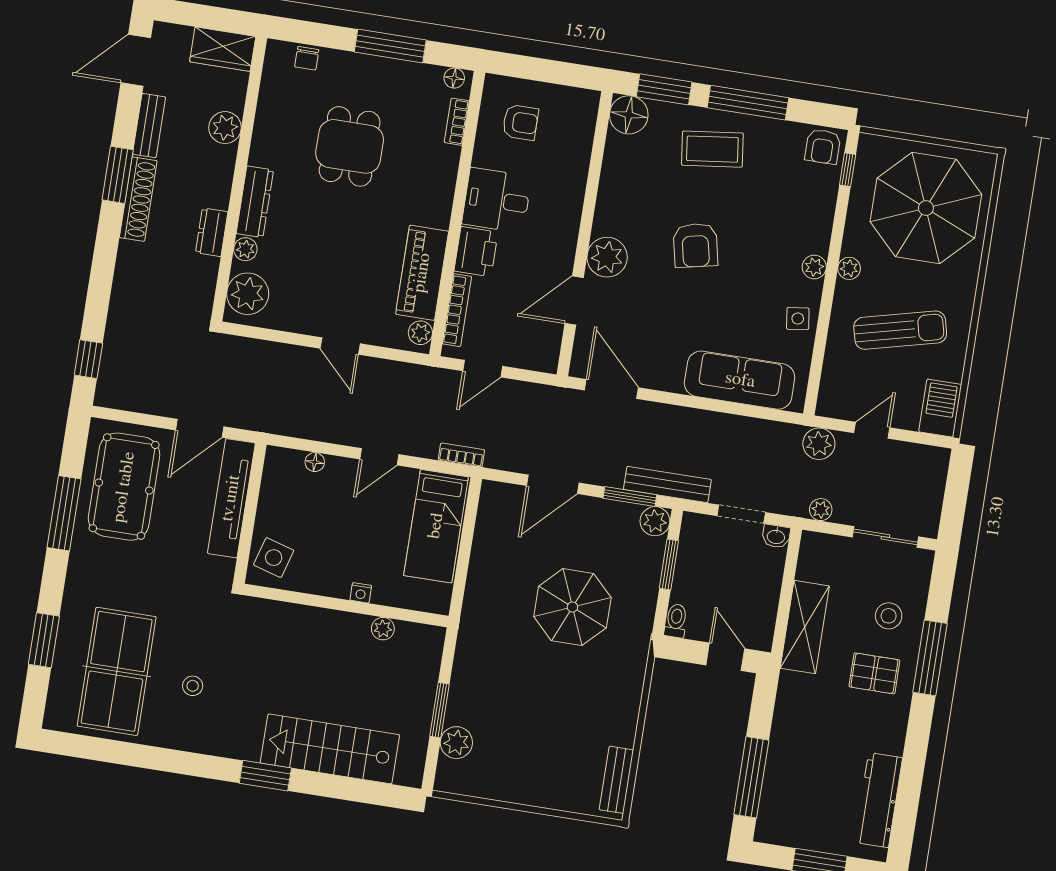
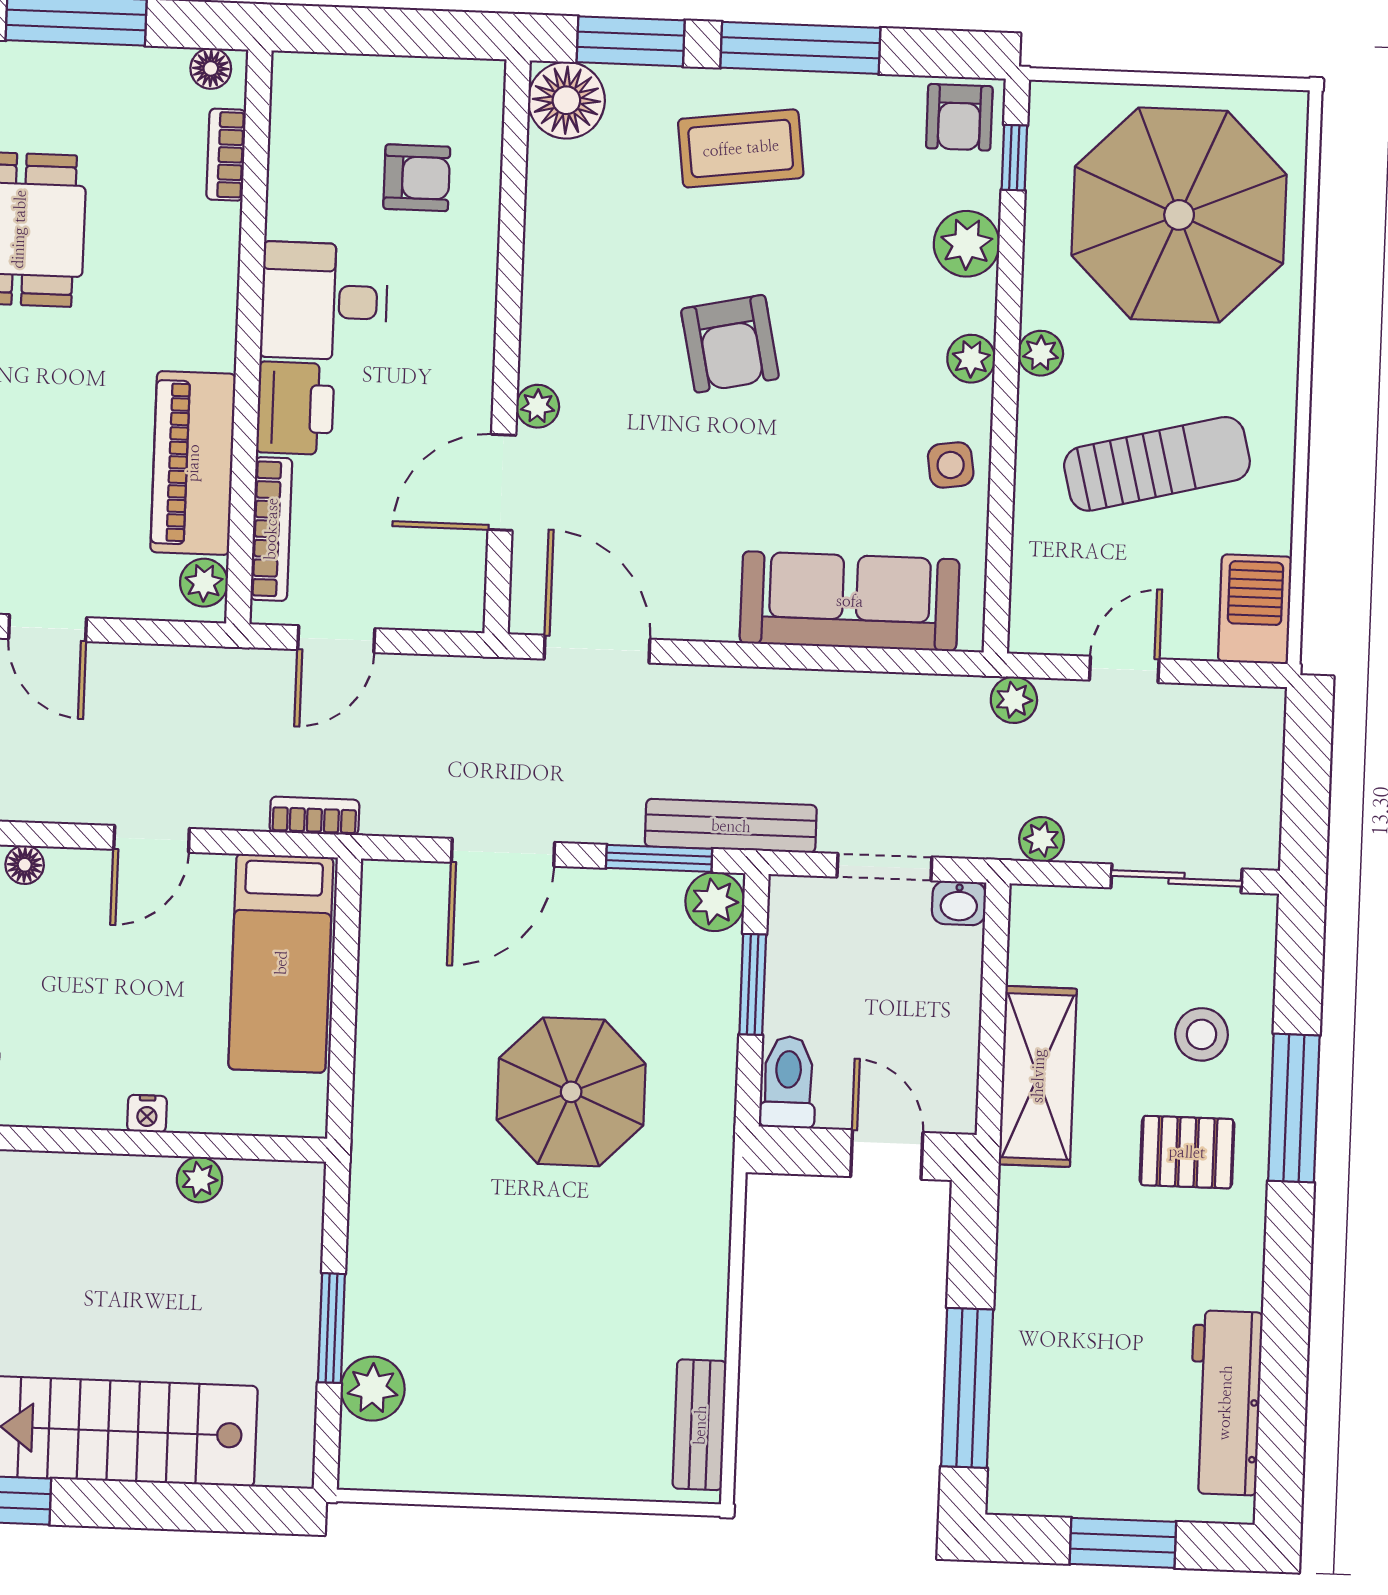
armchair: (520, 122) -> (417, 178), moved
plant: (819, 210) -> (967, 244), added
plant: (607, 257) -> (538, 406), width x0.53, depth x0.53
plant: (819, 444) -> (1014, 700), width x0.73, depth x0.73
toilet: (676, 621) -> (788, 1082), width x1.37, depth x1.39

